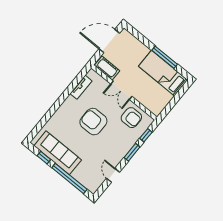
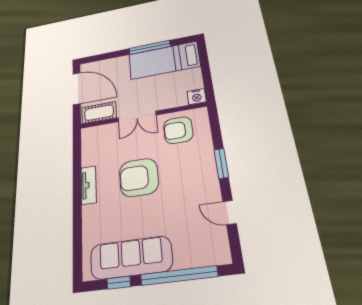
door: (109, 41) -> (77, 89), swing flipped
tv unit: (81, 87) -> (89, 185), moved
nightstand: (156, 110) -> (197, 97), added
armchair: (131, 118) -> (178, 130), turned 180
window: (146, 135) -> (216, 130), removed

